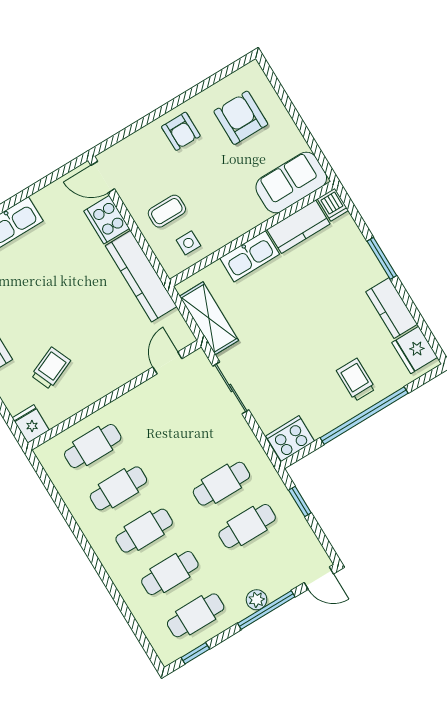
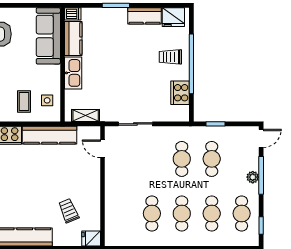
sofa: (291, 183) -> (48, 36), width x1.36
shelving: (209, 318) -> (86, 115), width x0.67, depth x0.75
cooker: (290, 439) -> (180, 93), moved
cafe table: (93, 446) -> (122, 213), removed

